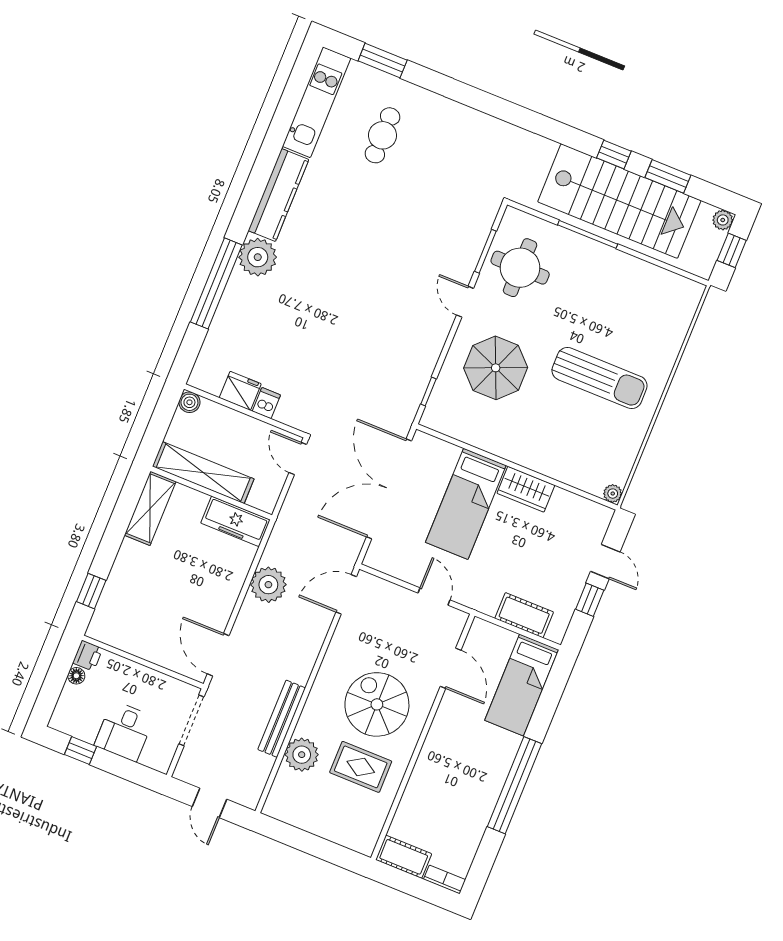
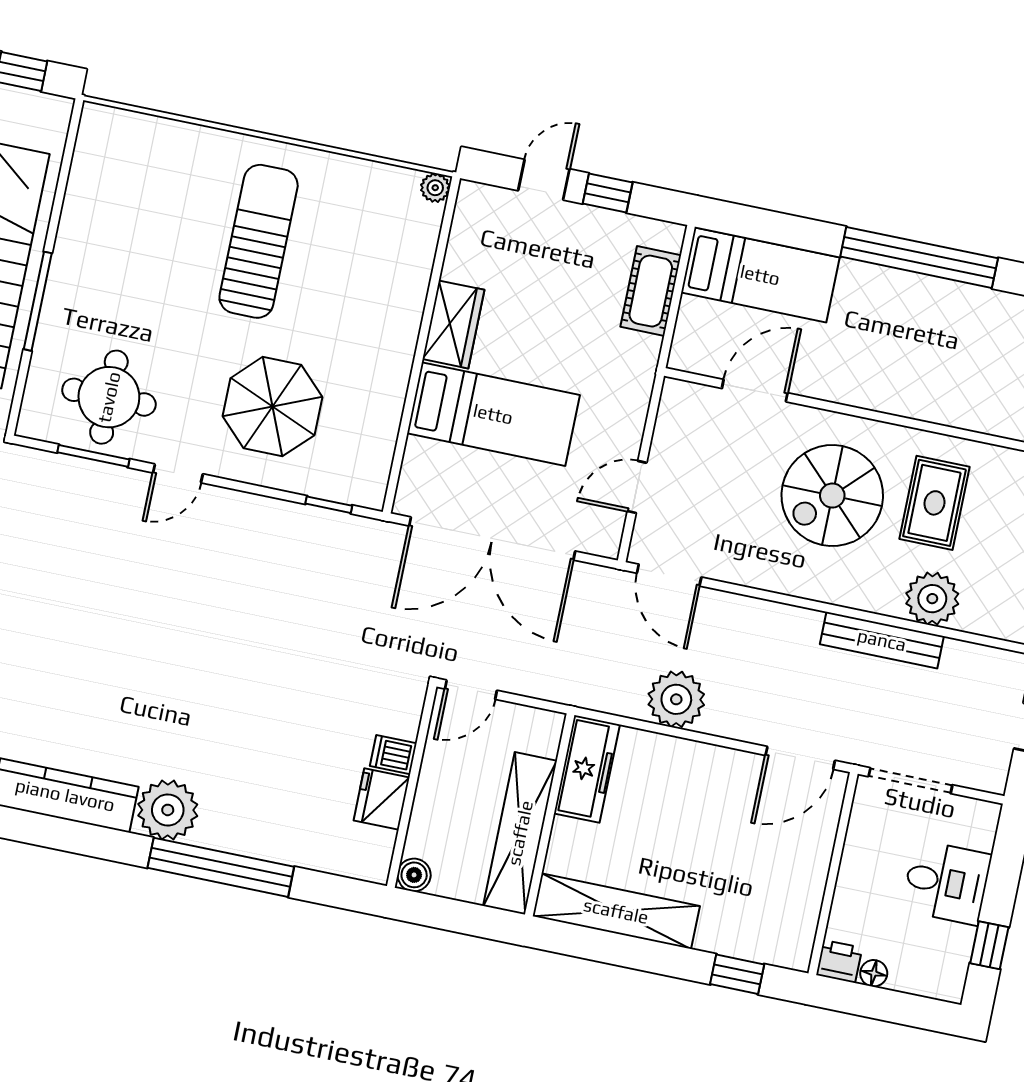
shelving: (150, 508) -> (616, 911), width x1.47
door: (434, 596) -> (637, 487), moved

